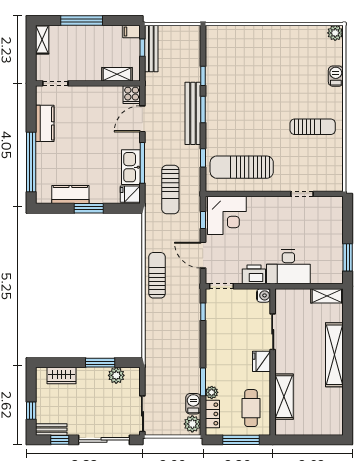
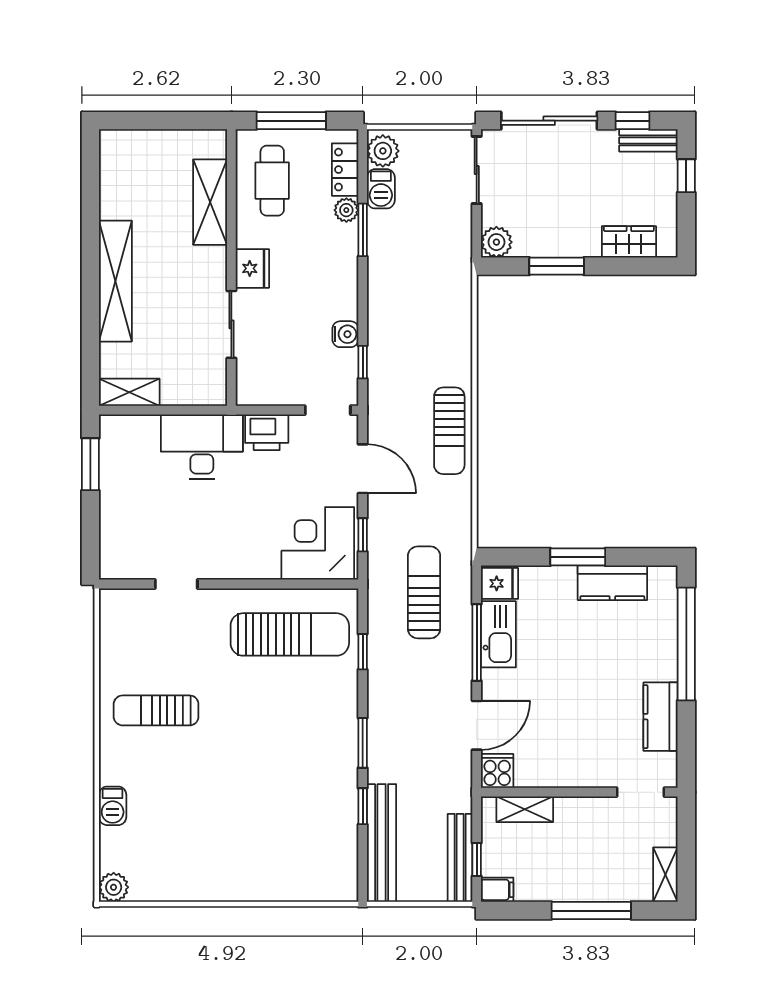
bench: (193, 113) -> (382, 843), moved
water cooler: (263, 295) -> (345, 334), moved, turned 180
plant: (116, 375) -> (496, 242), moved

